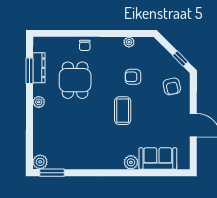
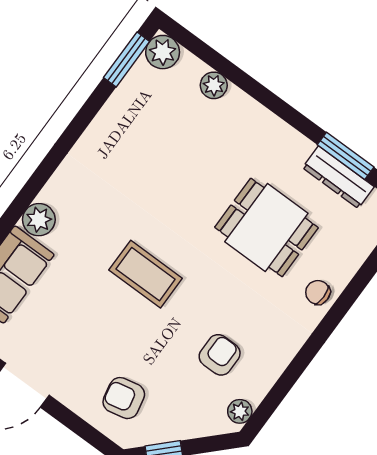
plant: (129, 42) -> (240, 411), moved
armchair: (133, 77) -> (220, 355), moved
plant: (39, 102) -> (214, 85), moved

